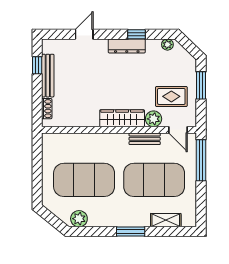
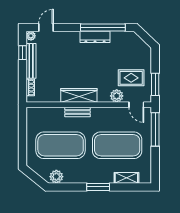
door: (84, 34) -> (46, 27), moved
window: (136, 34) -> (103, 27), width x3.17
plant: (167, 45) -> (31, 36), moved
window: (201, 85) -> (155, 84), moved
wardrobe: (122, 118) -> (79, 95), moved
bench: (145, 139) -> (77, 112), moved

